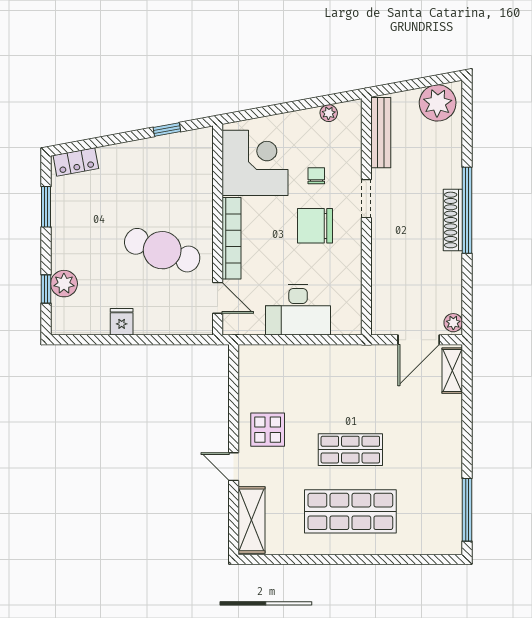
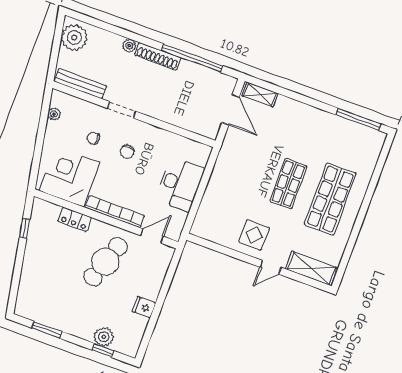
locker: (76, 162) -> (75, 219), moved, turned 100
window: (467, 210) -> (192, 58), moved
chair: (315, 226) -> (127, 152), width x0.54, depth x0.54
plant: (453, 323) -> (129, 46), moved

